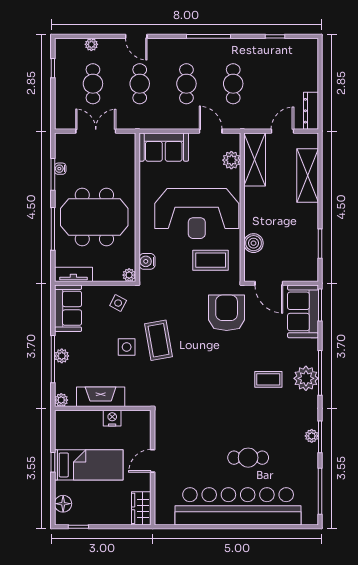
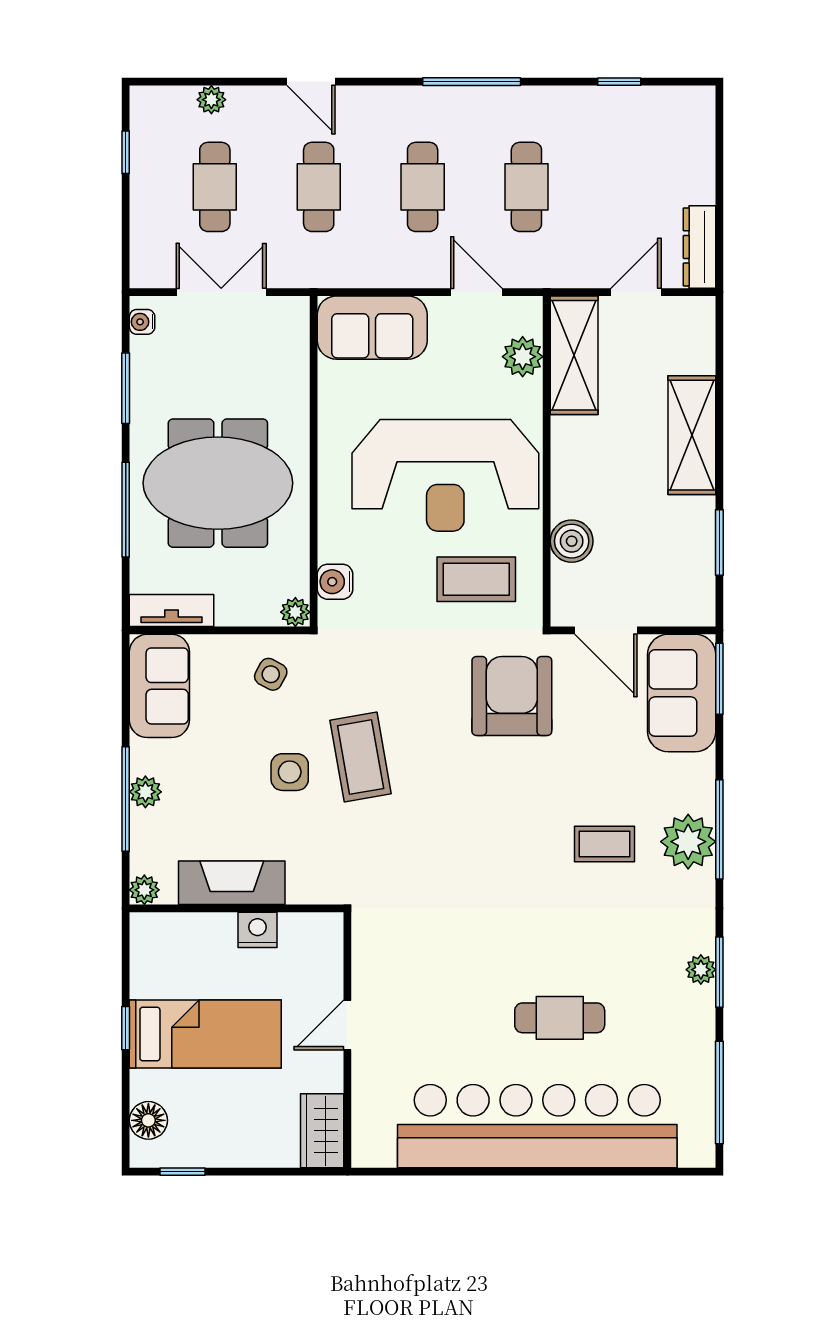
water cooler: (60, 169) -> (142, 322), moved
shelving: (308, 176) -> (692, 435), moved

